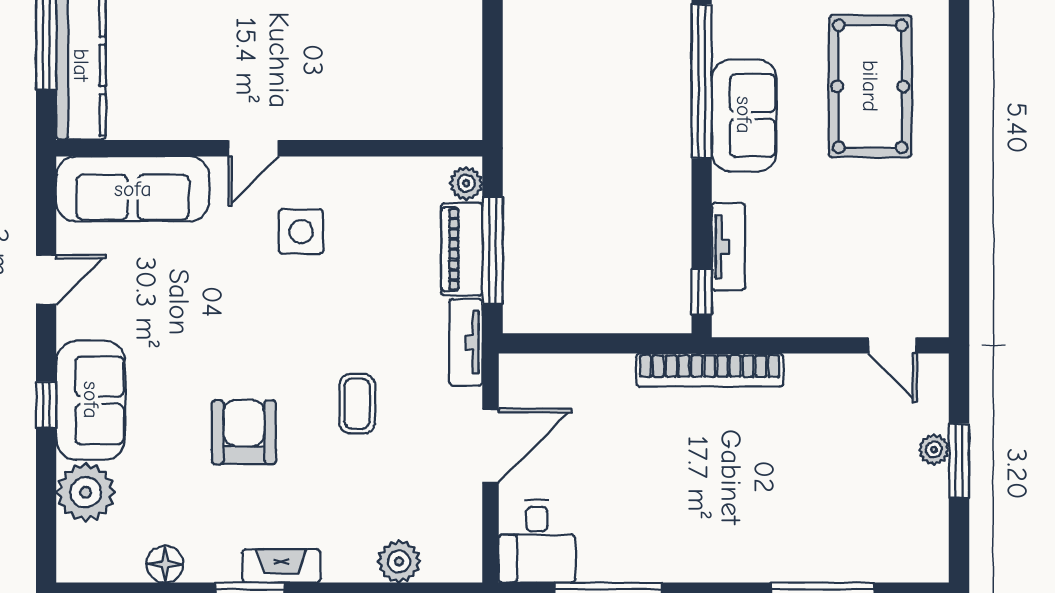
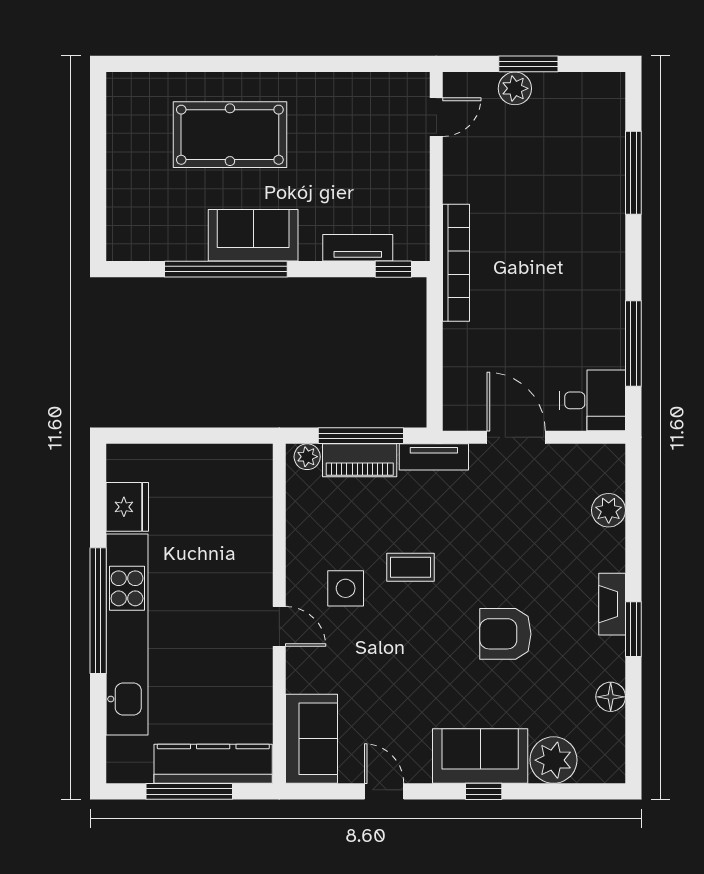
sofa: (133, 189) -> (312, 739), width x0.73
coffee table: (357, 404) -> (410, 567), moved
plant: (934, 450) -> (515, 88), width x1.38, depth x1.38

